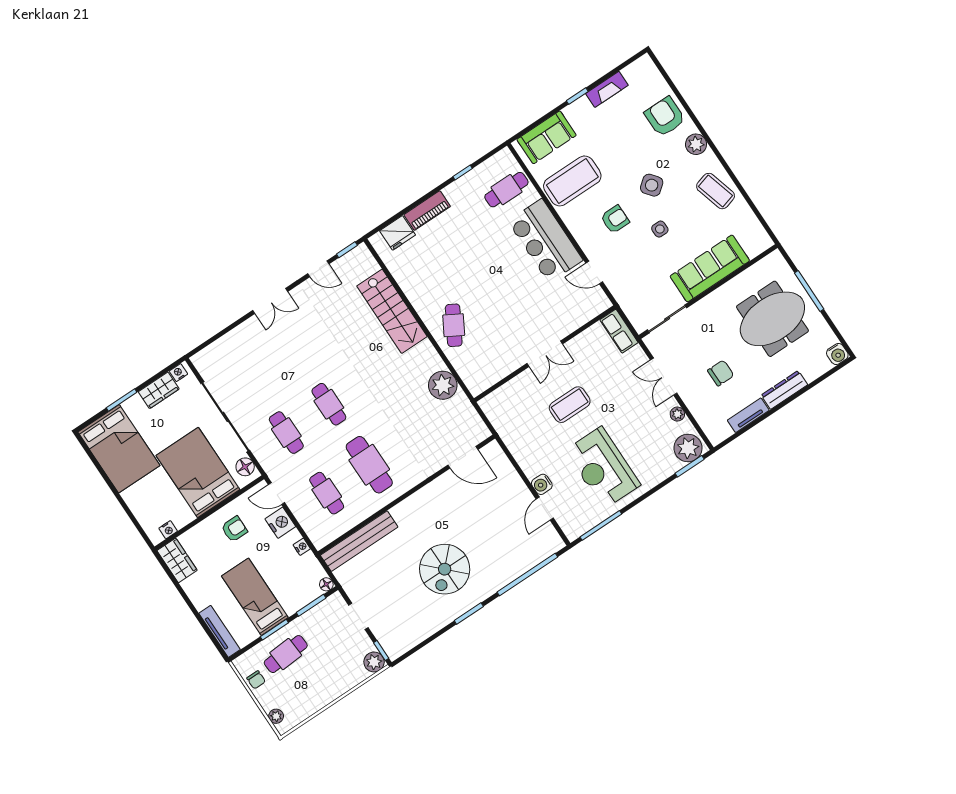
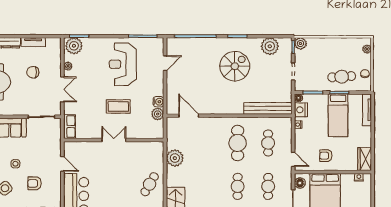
plant: (508, 431) -> (158, 114), added
reception desk: (603, 468) -> (123, 64), turned 180
water cooler: (542, 484) -> (158, 102), moved
nightstand: (280, 523) -> (301, 110), moved
plant: (414, 630) -> (270, 46), added

